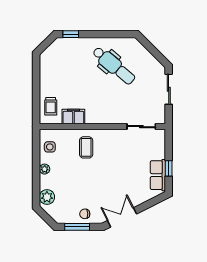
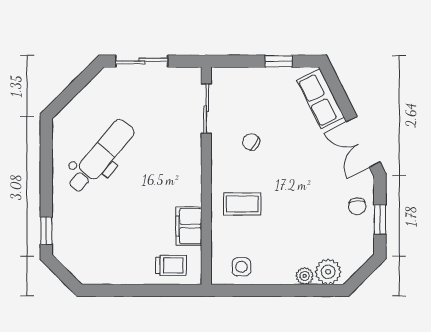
chair: (122, 152) -> (251, 142), added
plant: (45, 169) -> (305, 276), moved
row of seats: (158, 175) -> (321, 99), moved, turned 63
window: (77, 227) -> (380, 219), width x0.67

